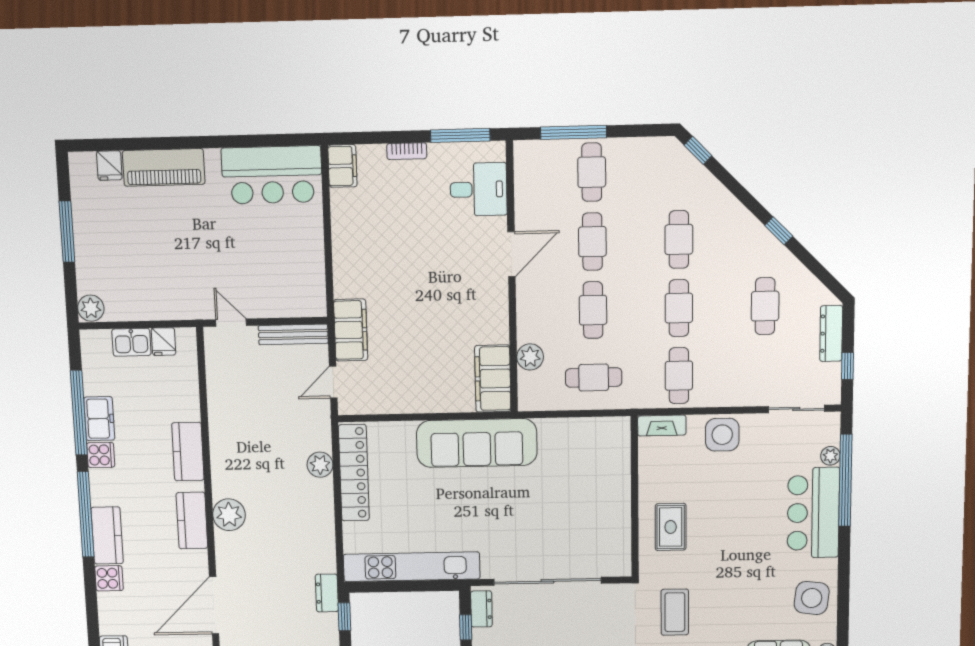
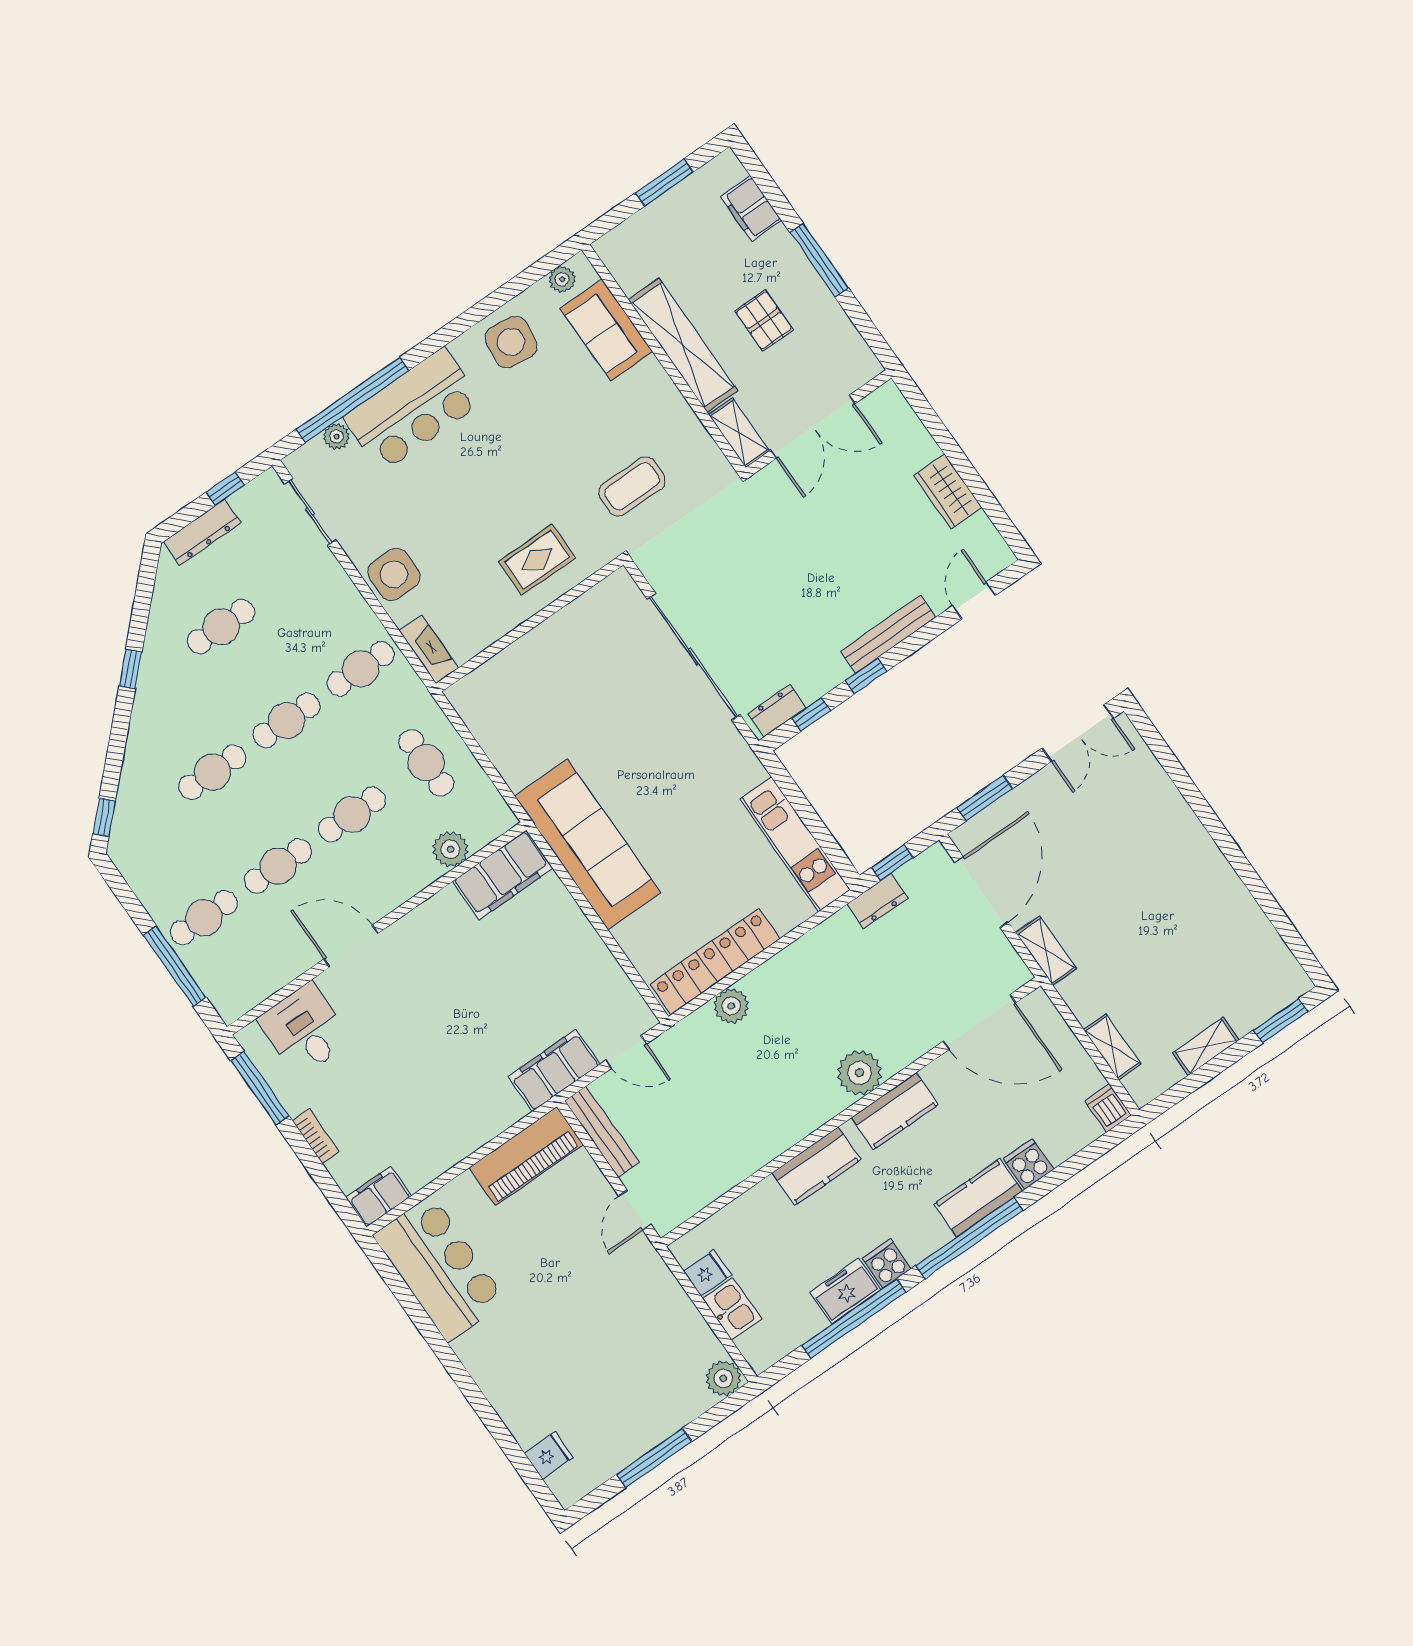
piano: (164, 167) -> (526, 1156), moved, turned 90
kitchen unit: (412, 567) -> (795, 844), width x0.73

